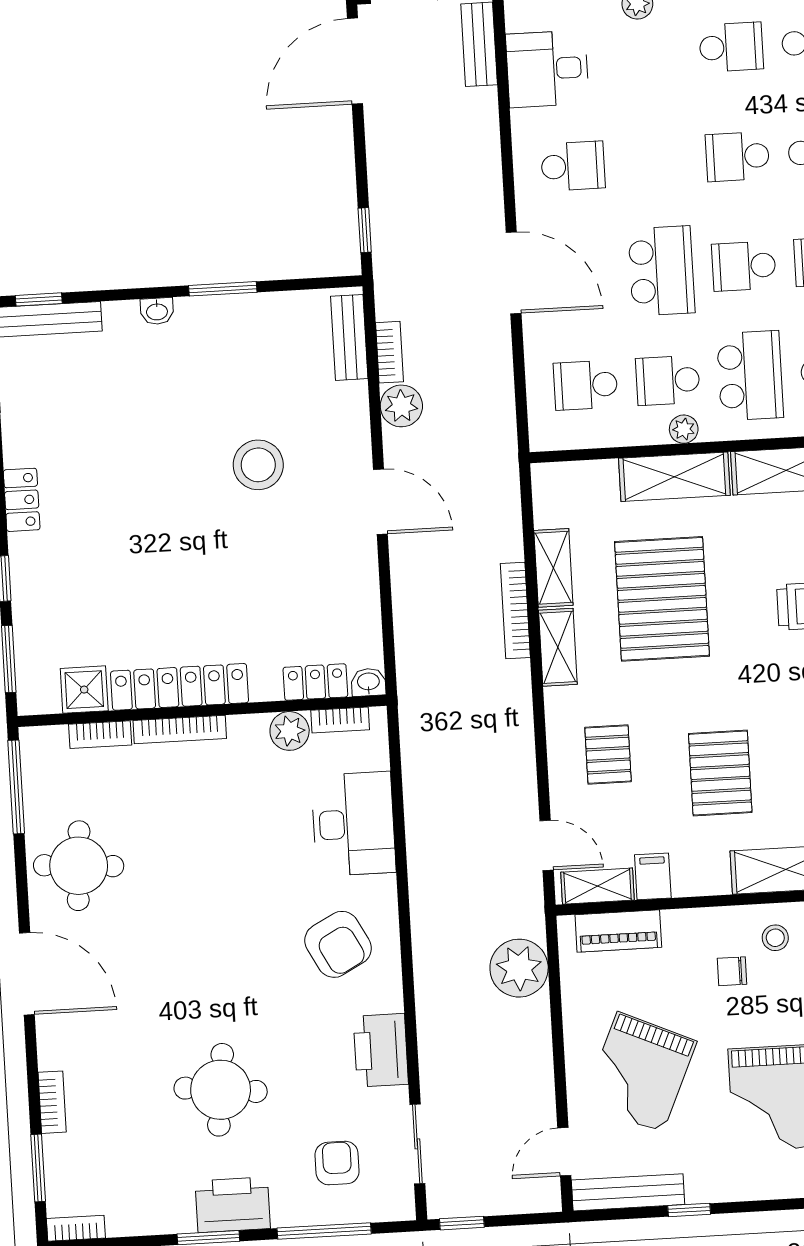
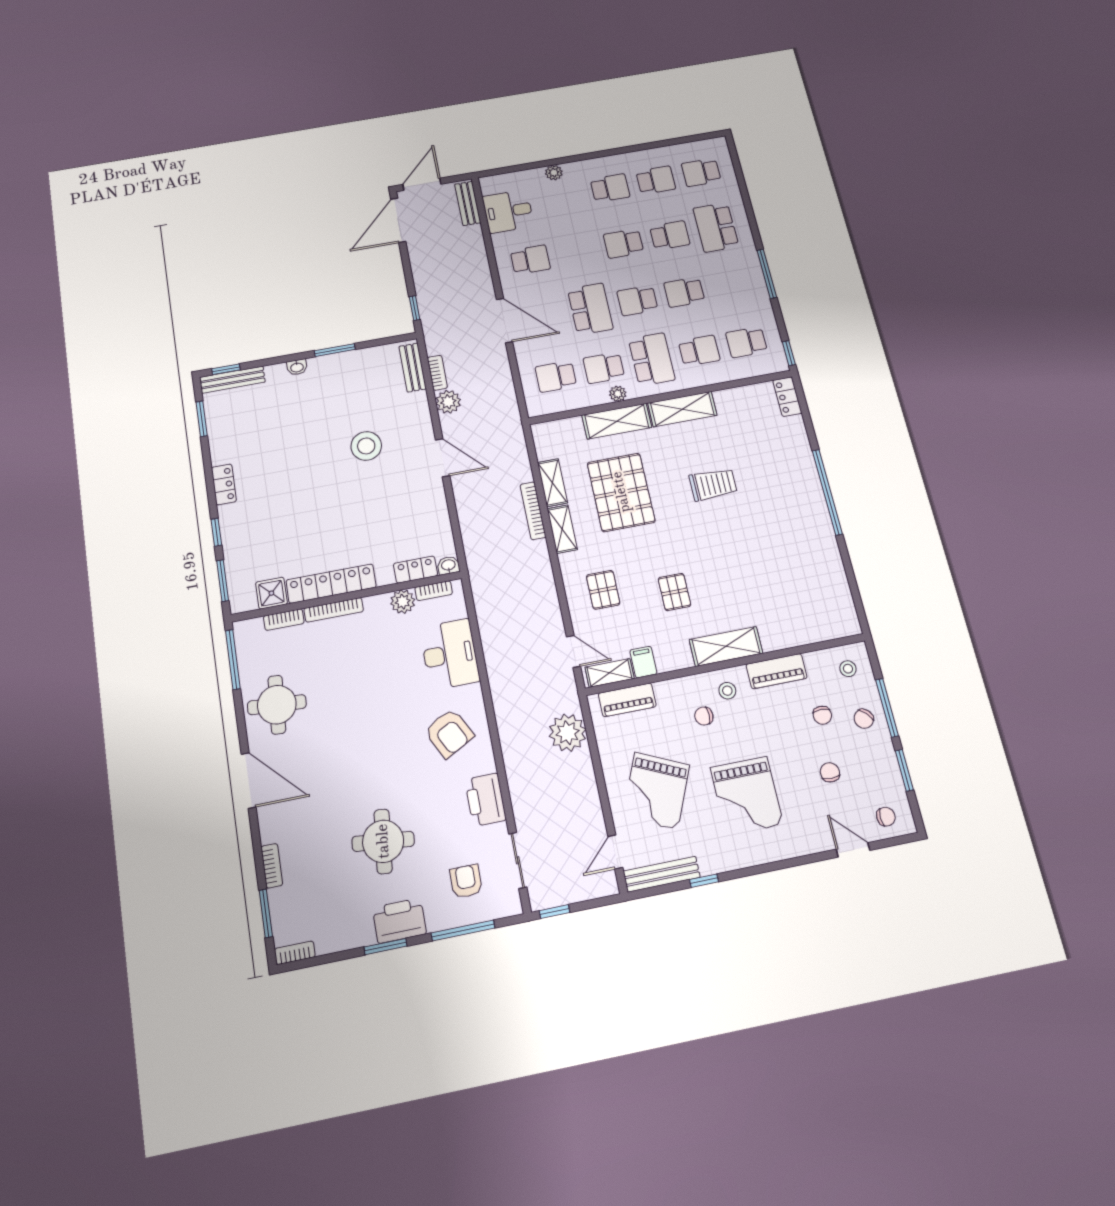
pallet: (720, 773) -> (674, 592), width x0.67, depth x0.71

